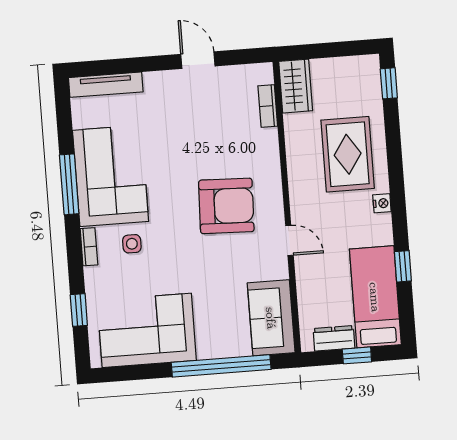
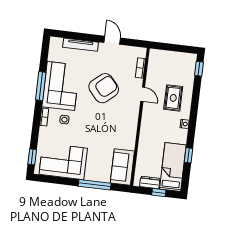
tv unit: (106, 85) -> (81, 45), moved
wardrobe: (296, 86) -> (155, 61), removed
rug: (348, 154) -> (173, 98), width x0.73, depth x0.70
armchair: (226, 206) -> (104, 88), moved, turned -43
door: (289, 240) -> (143, 94), moved
window: (79, 310) -> (32, 157), moved
window: (221, 366) -> (95, 185), width x0.68

